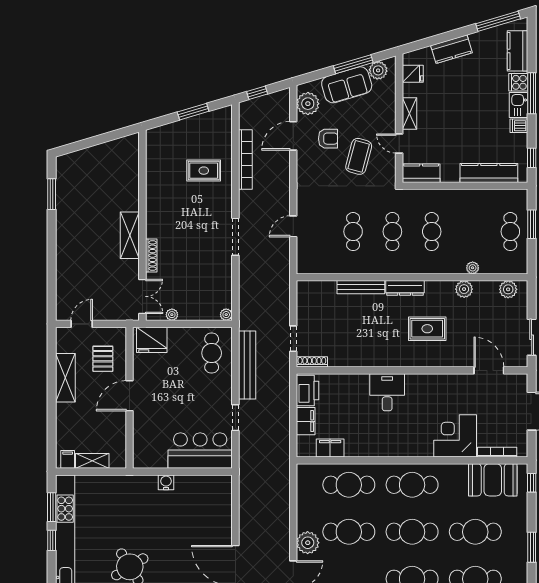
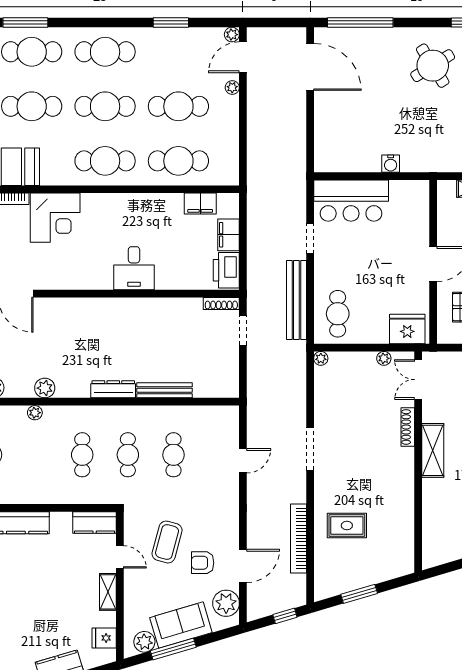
rug: (427, 329) -> (87, 342), removed
plant: (308, 543) -> (232, 88), width x0.53, depth x0.53

